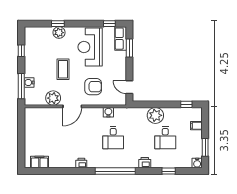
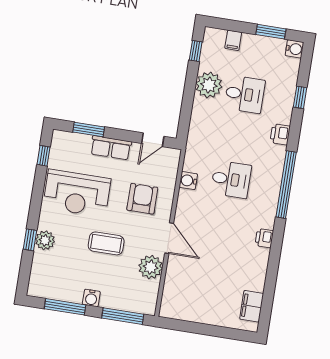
row of seats: (121, 39) -> (111, 148), moved
window: (21, 51) -> (65, 307), width x2.17
water cooler: (29, 83) -> (91, 298), moved
plant: (155, 115) -> (209, 85), moved

